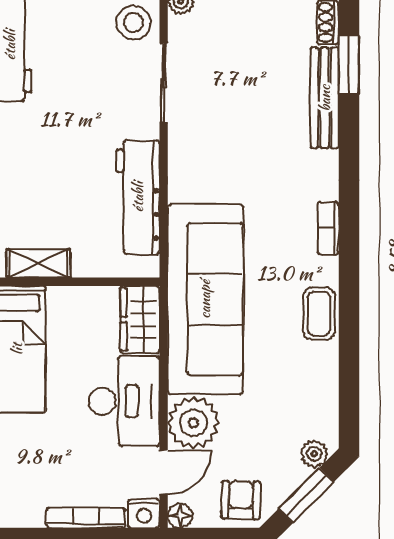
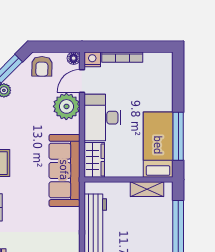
sofa: (205, 299) -> (64, 170), width x0.74, depth x0.79

